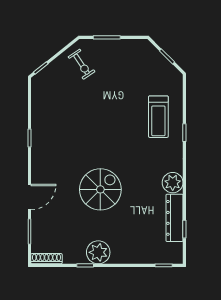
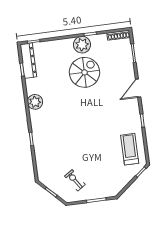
exercise bike: (82, 64) -> (75, 180), moved
treadmill: (158, 117) -> (130, 149), moved
spiral stairs: (100, 189) -> (85, 72), moved, turned 180
door: (30, 197) -> (138, 88), moved
dresser: (174, 218) -> (28, 61), moved

